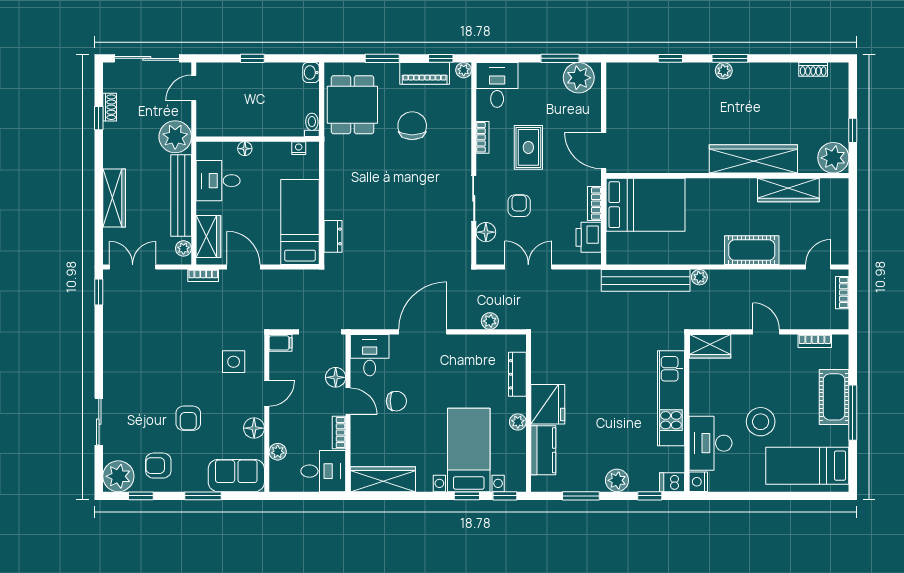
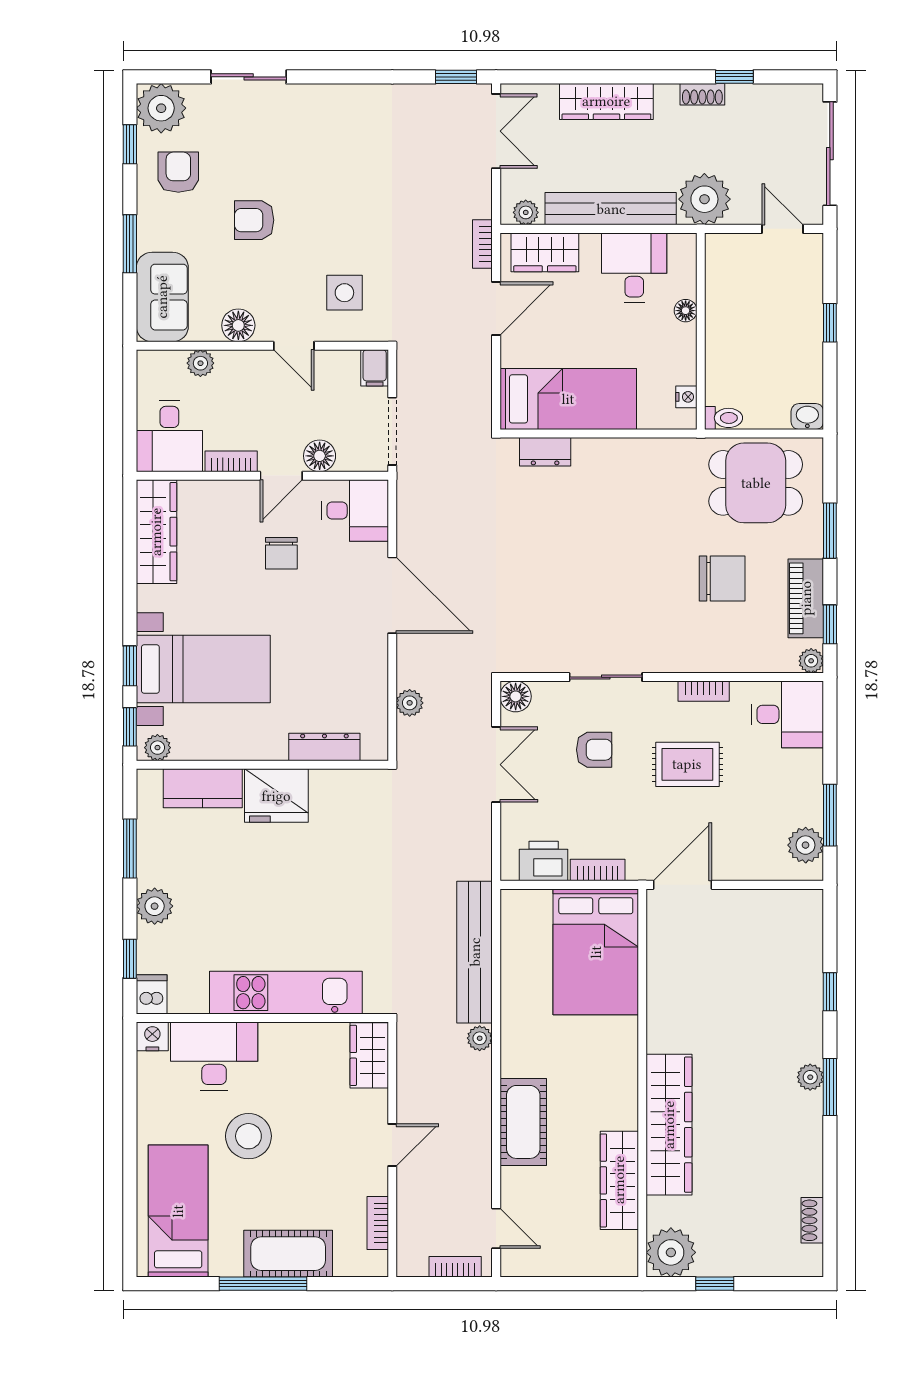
plant: (579, 78) -> (806, 845), width x0.73, depth x0.73
shoe rack: (110, 107) -> (702, 94), moved
floor lamp: (486, 232) -> (516, 696), moved
plant: (518, 422) -> (157, 748), moved

